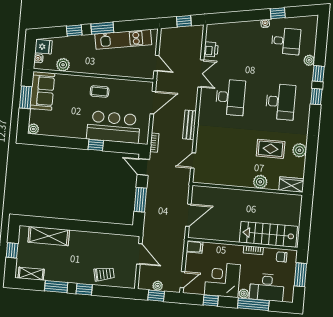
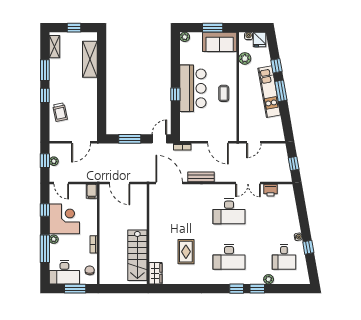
kitchen unit: (123, 39) -> (269, 92), moved
bar counter: (113, 127) -> (193, 88), moved
plant: (299, 150) -> (187, 278), removed
door: (193, 160) -> (169, 183), width x1.88
plant: (260, 182) -> (155, 245), removed
stairs: (268, 234) -> (137, 255), moved, turned 180
desk: (267, 287) -> (64, 272), moved, turned -90

